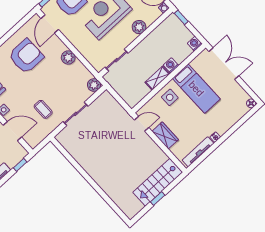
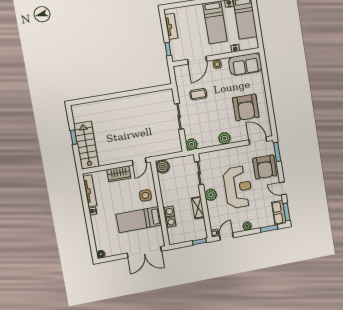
plant: (139, 27) -> (211, 195), moved
washing machine: (195, 44) -> (170, 222), moved
shelving: (157, 78) -> (198, 208), moved
boiler: (132, 99) -> (163, 167), added

